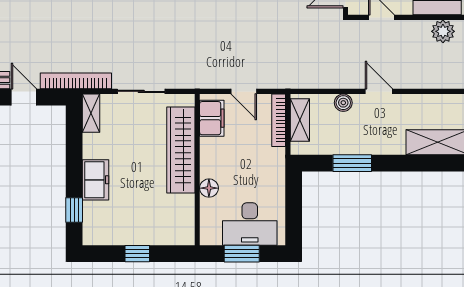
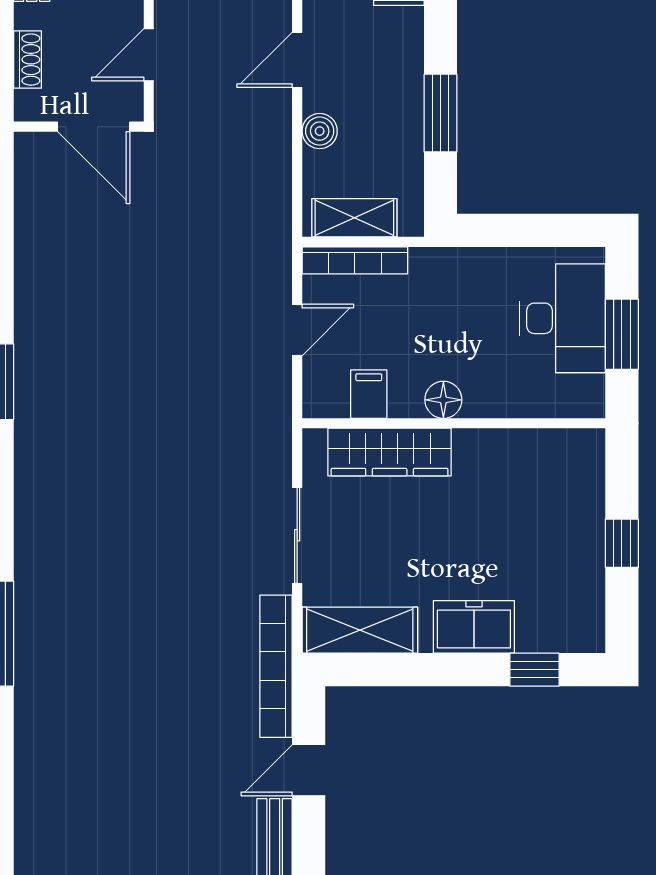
shelving: (91, 113) -> (360, 630), width x1.50, depth x1.33
filing cabinet: (212, 118) -> (369, 394), width x0.50
wardrobe: (181, 150) -> (390, 452), width x0.71, depth x0.85
floor lamp: (209, 188) -> (443, 400), moved

